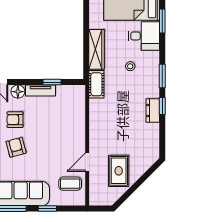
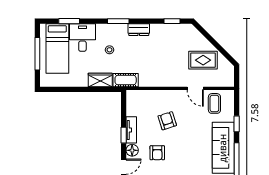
wardrobe: (97, 49) -> (100, 80), width x0.67
window: (52, 82) -> (124, 135), moved
window: (162, 106) -> (172, 21), moved
dresser: (153, 111) -> (139, 30), moved
armchair: (16, 147) -> (167, 121), moved, turned 87

